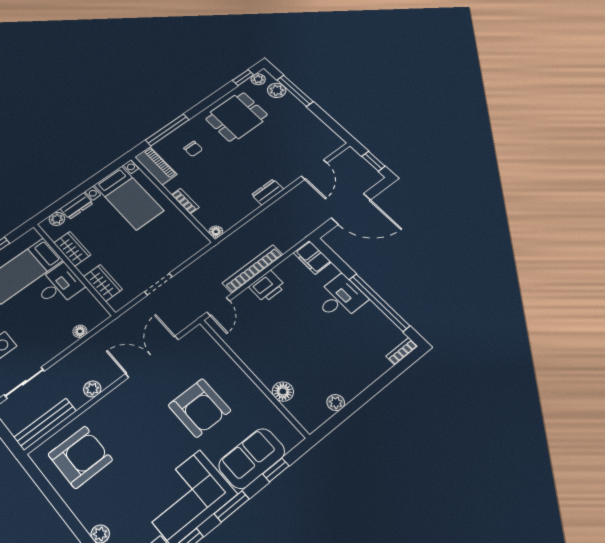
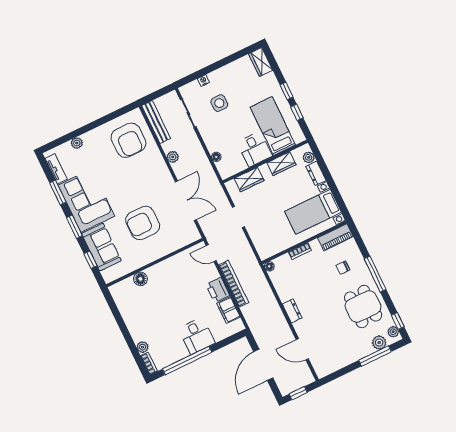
window: (167, 130) -> (375, 274), moved
filing cabinet: (312, 257) -> (228, 310), moved, turned -90
plant: (336, 403) -> (143, 347), moved

